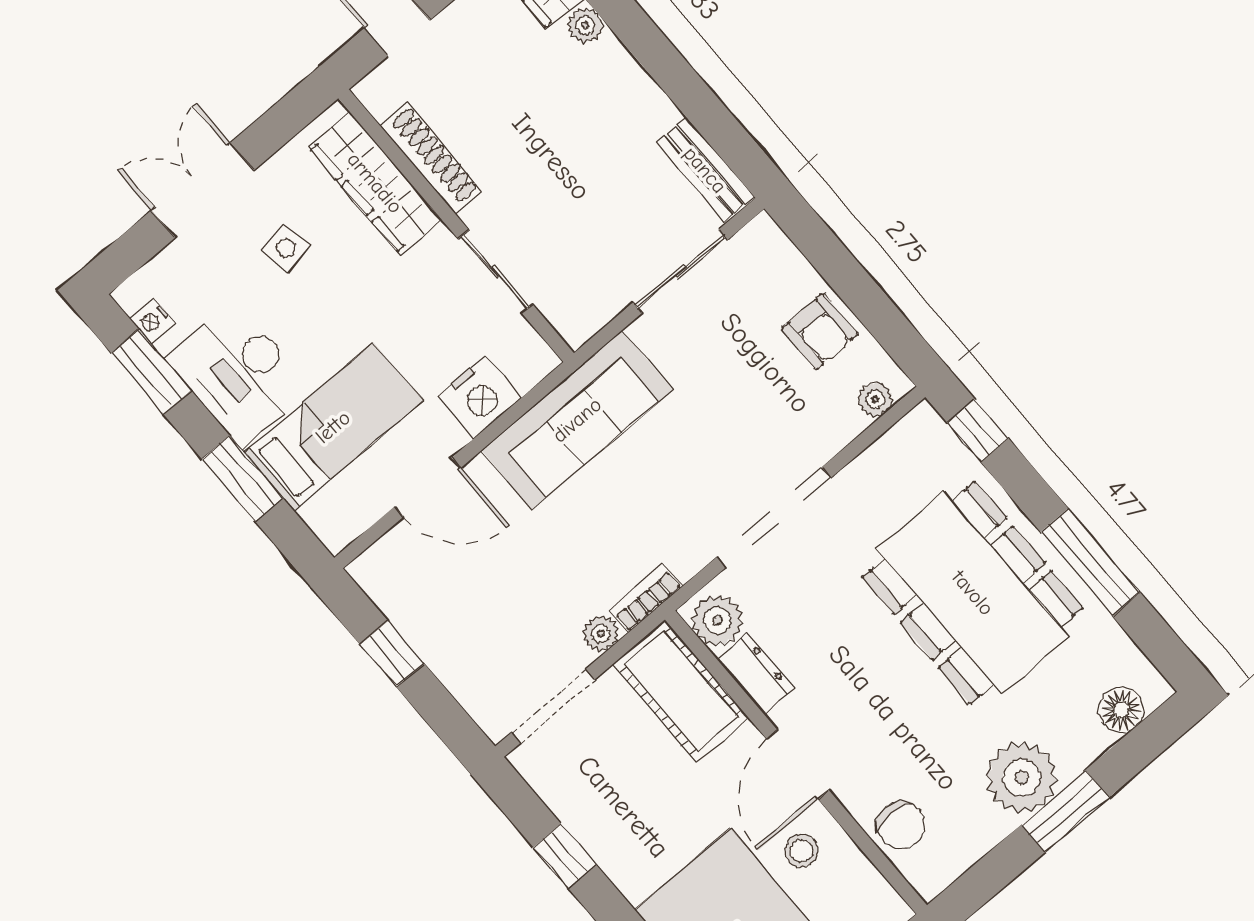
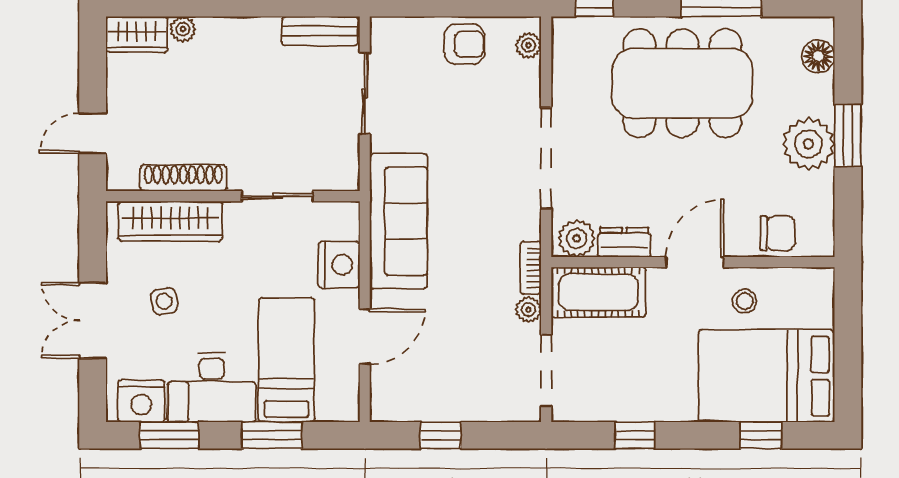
nightstand: (152, 321) -> (141, 401), width x1.89, depth x1.79
door: (798, 764) -> (695, 262), swing flipped

